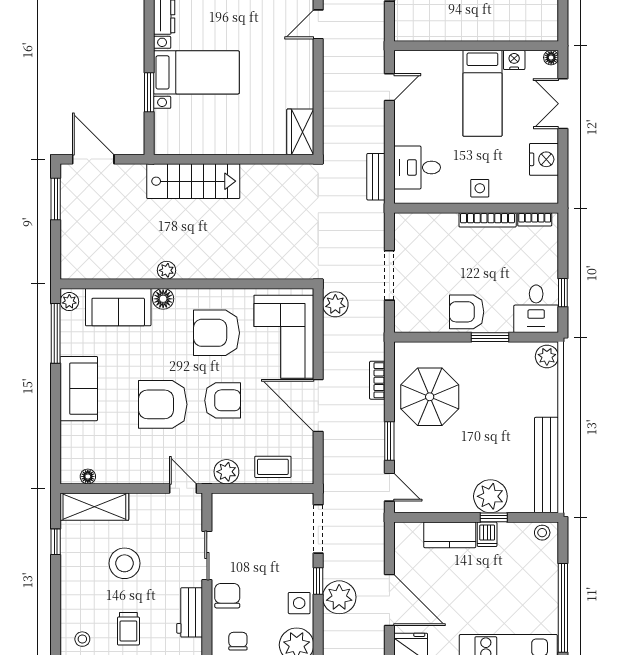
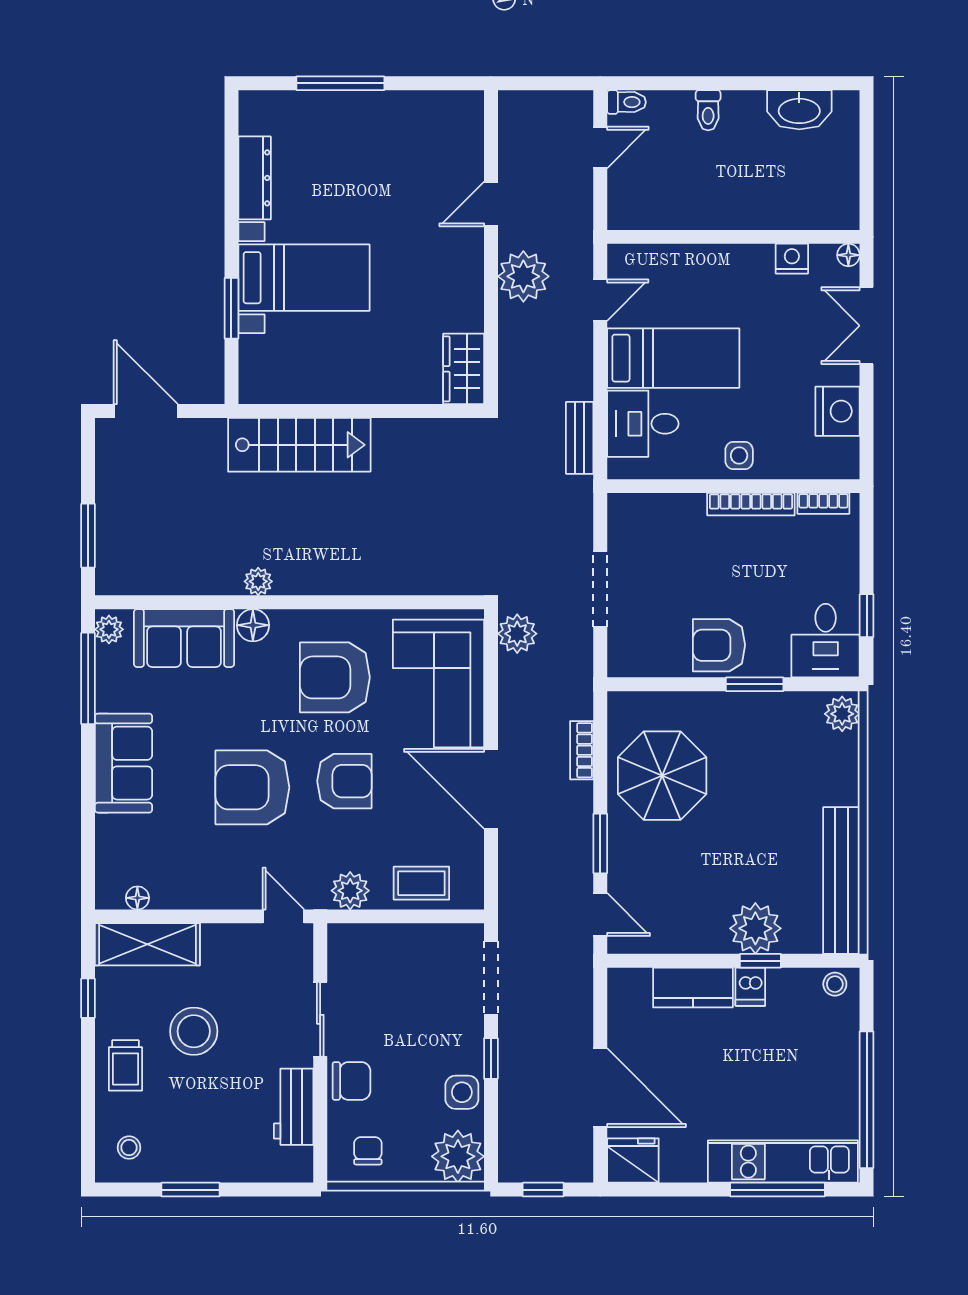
bed: (482, 93) -> (673, 358), moved, turned -90
window: (56, 199) -> (88, 536), moved
chair: (227, 596) -> (351, 1081), turned 90
plant: (339, 597) -> (523, 276), moved
trolley: (128, 629) -> (126, 1065), moved

